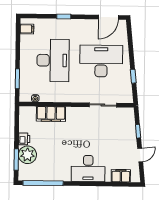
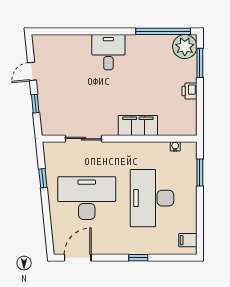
desk: (101, 61) -> (87, 198), turned 180
filing cabinet: (51, 114) -> (138, 125), moved
plant: (27, 155) -> (185, 47), moved
desk: (88, 168) -> (108, 52), width x0.73
filing cabinet: (121, 176) -> (58, 43), removed

